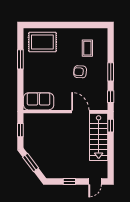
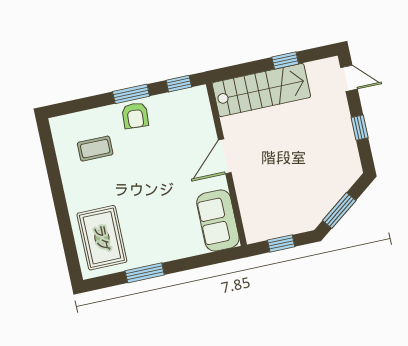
armchair: (80, 72) -> (135, 115), moved
door: (80, 112) -> (225, 156), moved
window: (111, 126) -> (285, 61), moved

